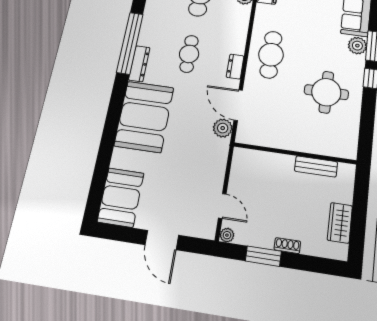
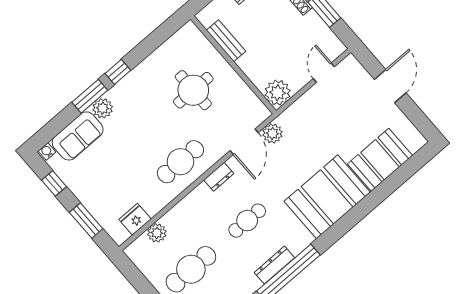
dresser: (139, 64) -> (274, 265), moved
round table: (326, 92) -> (193, 90), moved
booth: (121, 197) -> (380, 160), moved
plant: (227, 235) -> (278, 93), moved, width x1.88, depth x1.88

